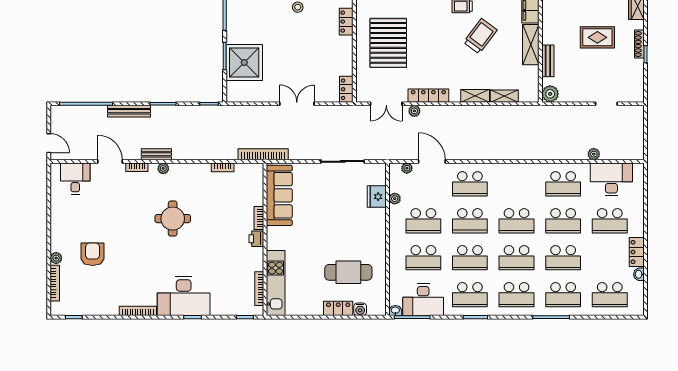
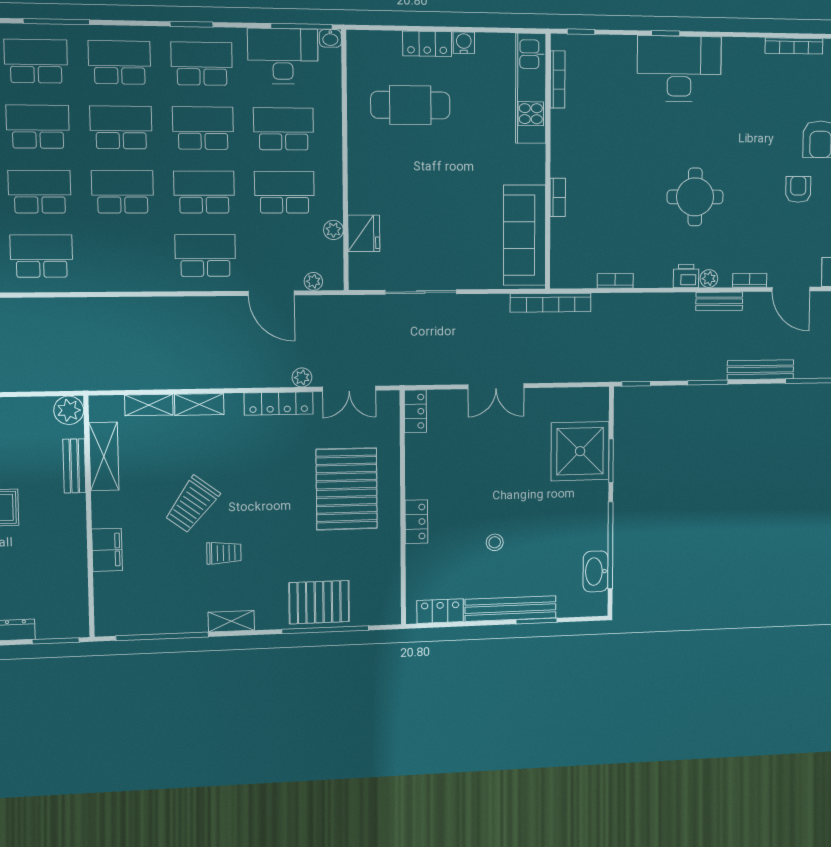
shelving: (531, 45) -> (104, 456), moved
double door: (386, 104) -> (349, 389), swing flipped
armchair: (106, 223) -> (798, 189), added
printer: (256, 239) -> (686, 276), moved, turned -90
water cooler: (360, 309) -> (464, 43), moved
bookcase: (138, 311) -> (794, 46), moved

